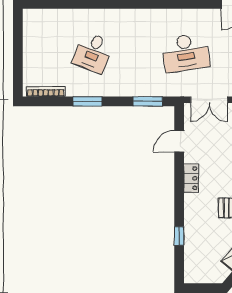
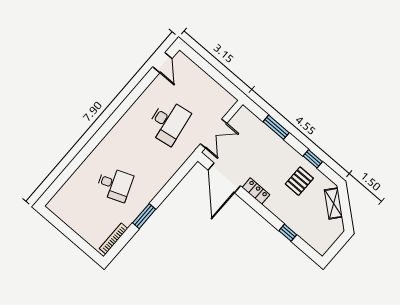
desk: (93, 53) -> (115, 184), turned -42
window: (148, 101) -> (179, 176), removed
door: (179, 141) -> (224, 178), width x1.87

